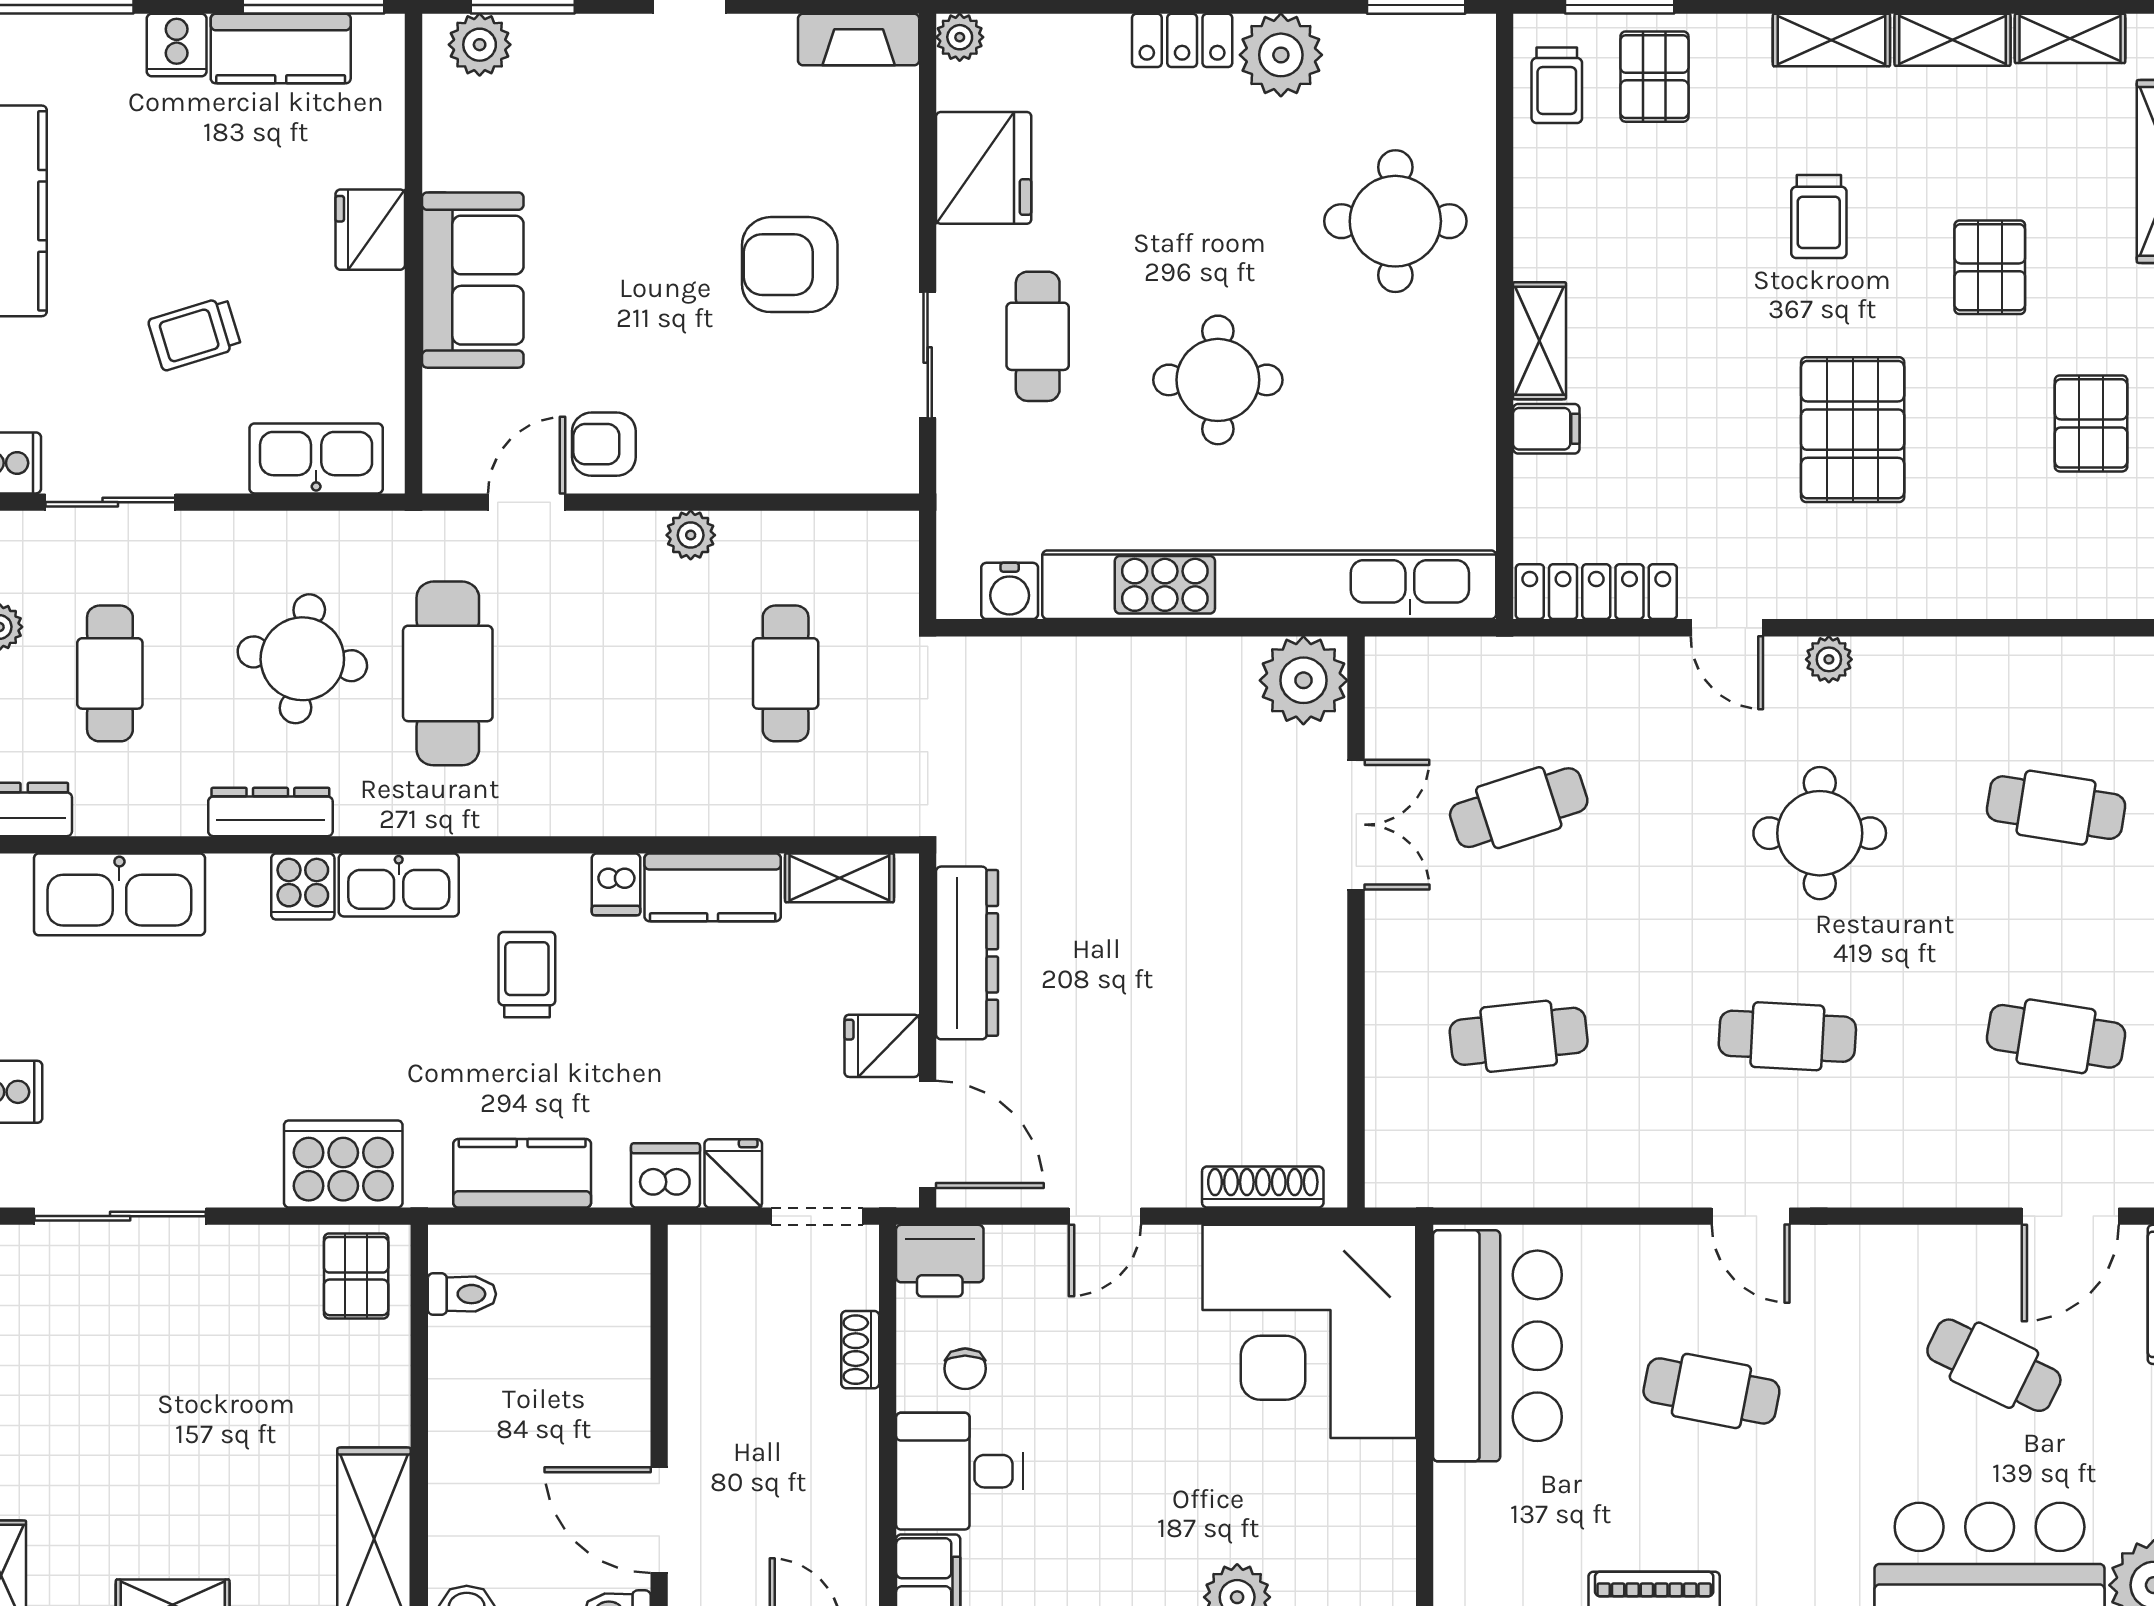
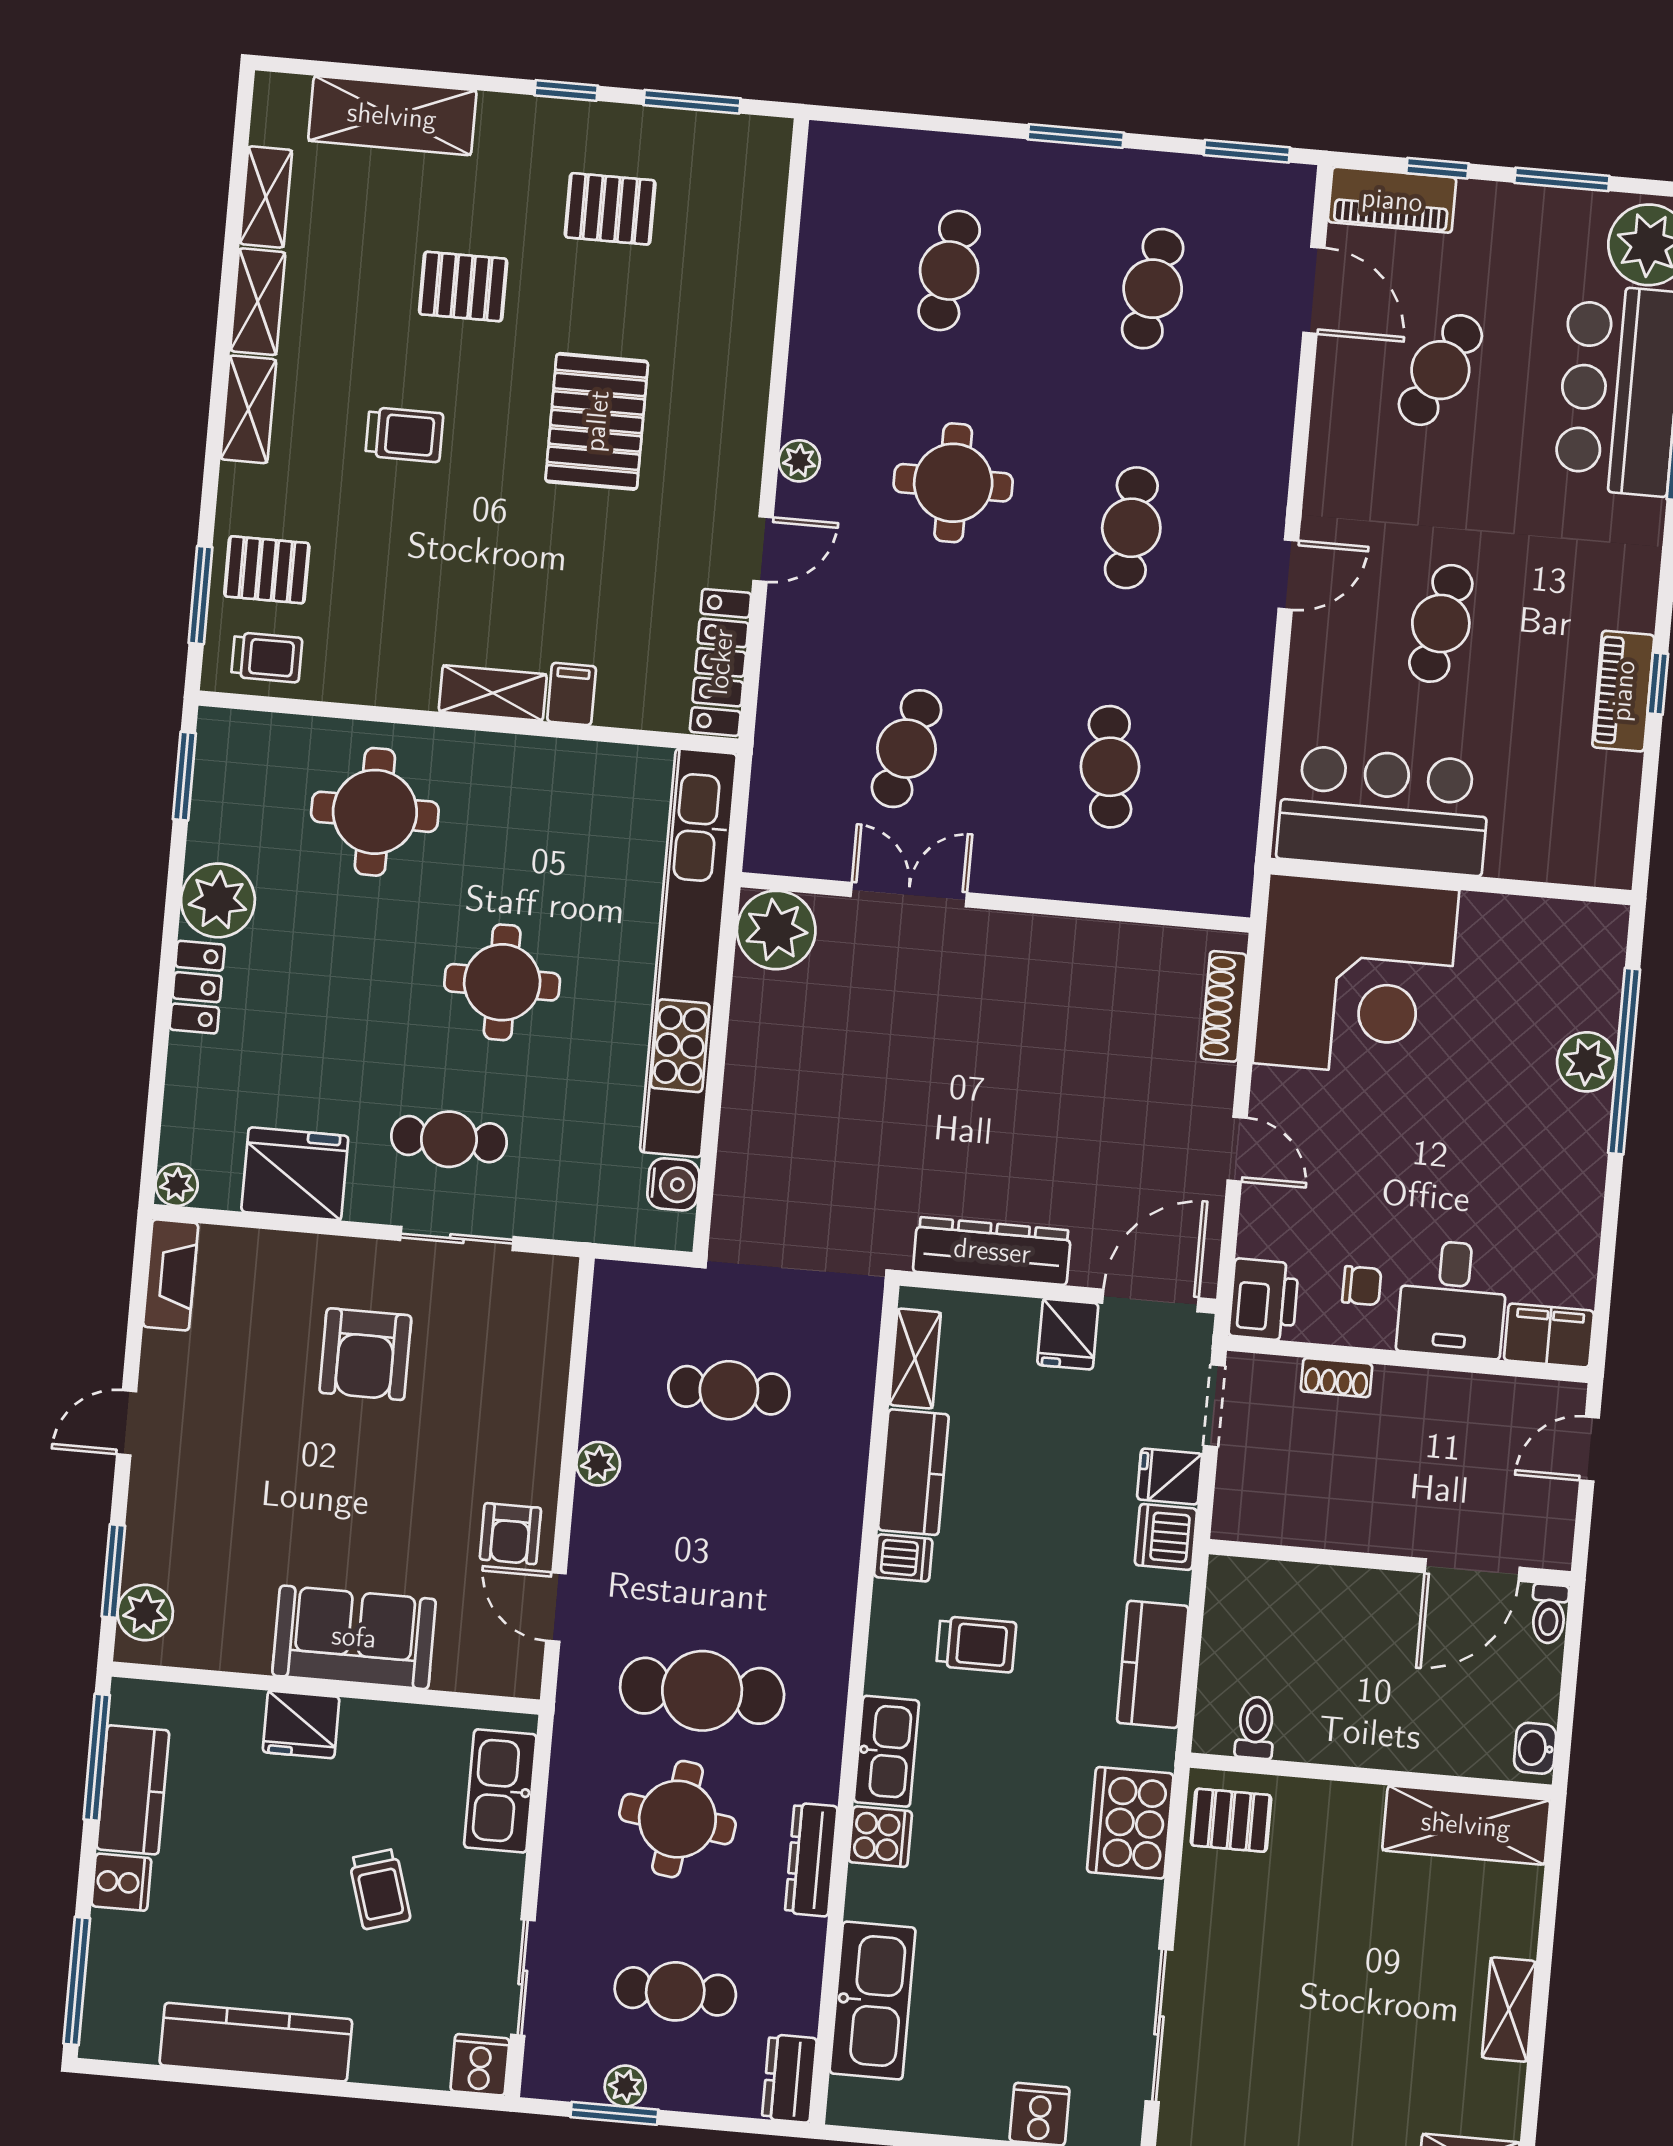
pallet: (1853, 430) -> (597, 421), turned 90
cafe table: (1519, 808) -> (907, 749), turned 33
trolley: (527, 975) -> (976, 1644), turned 180

